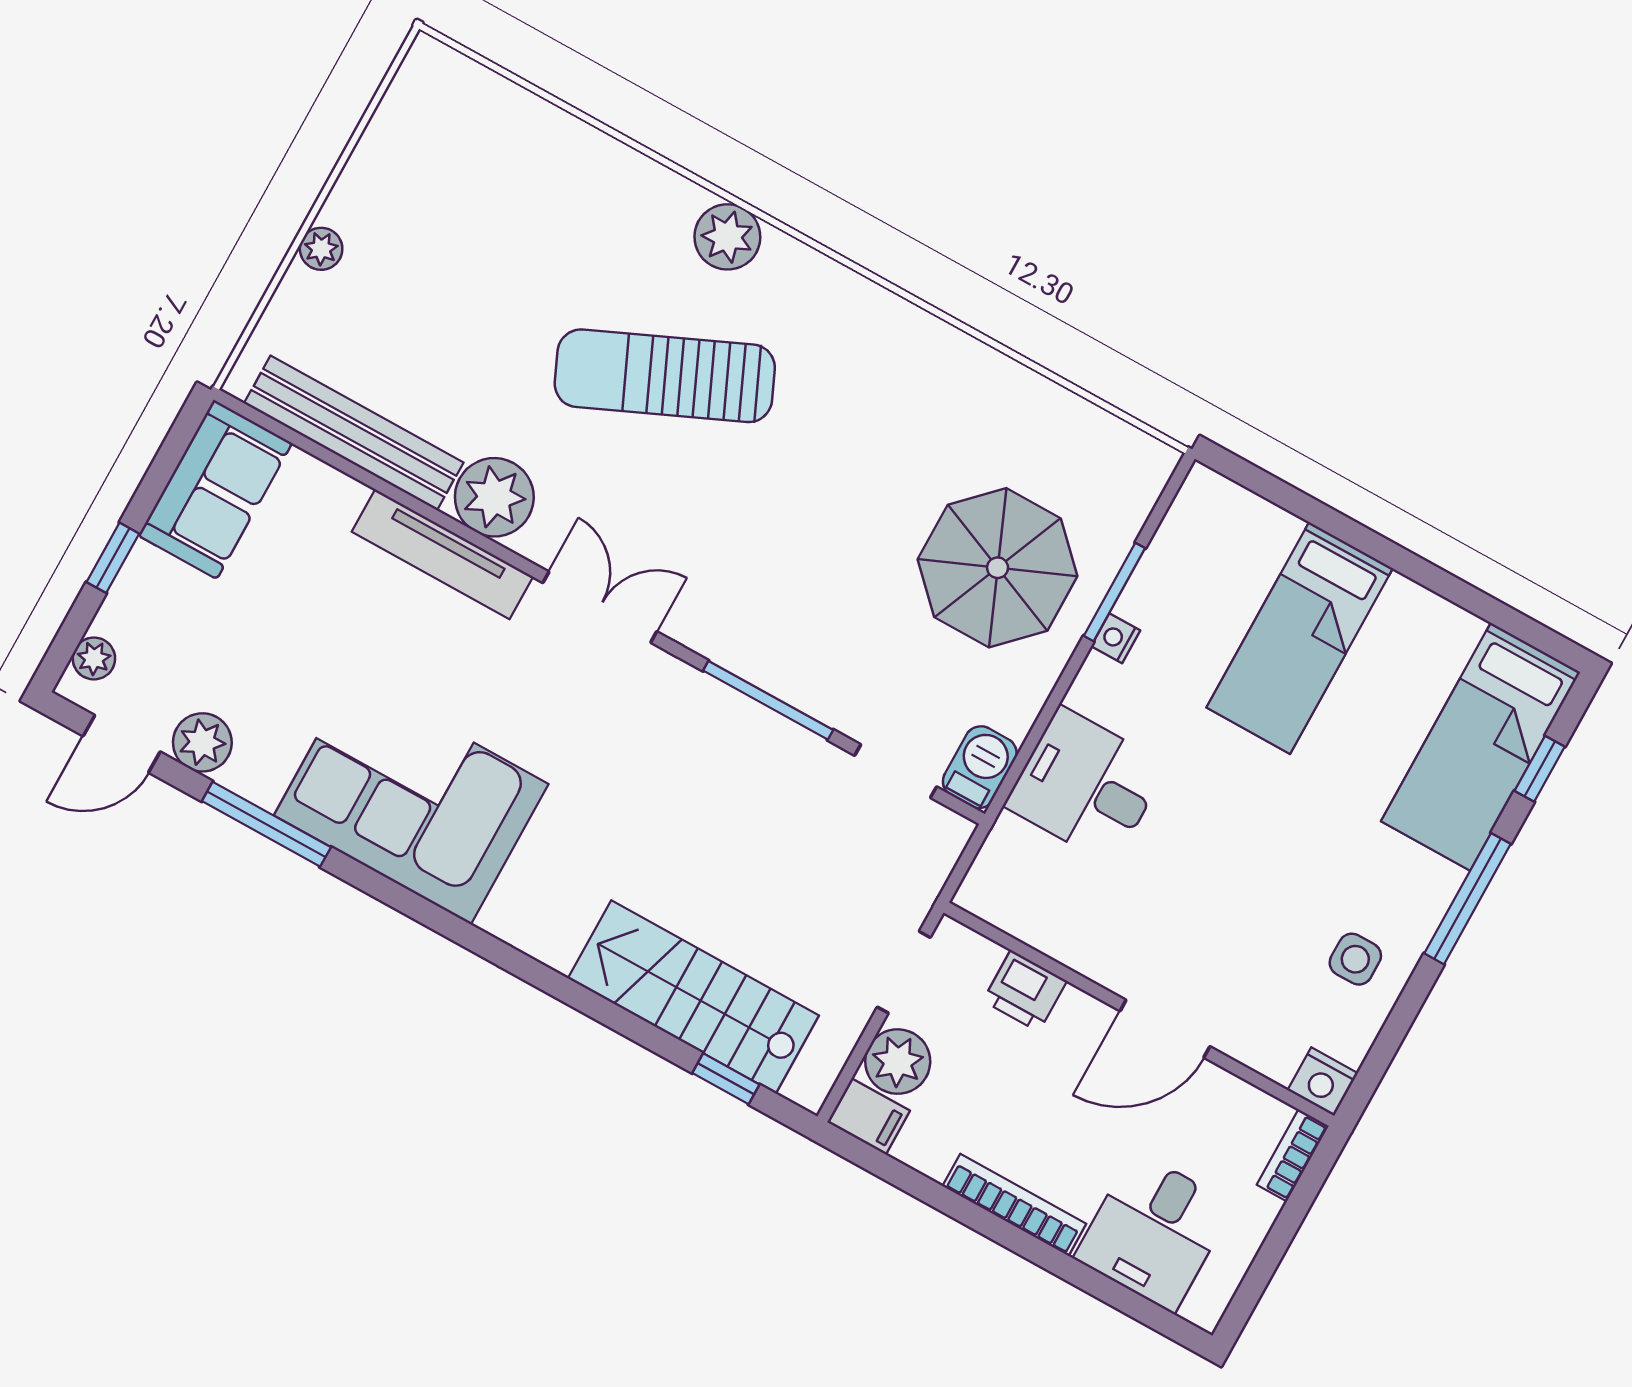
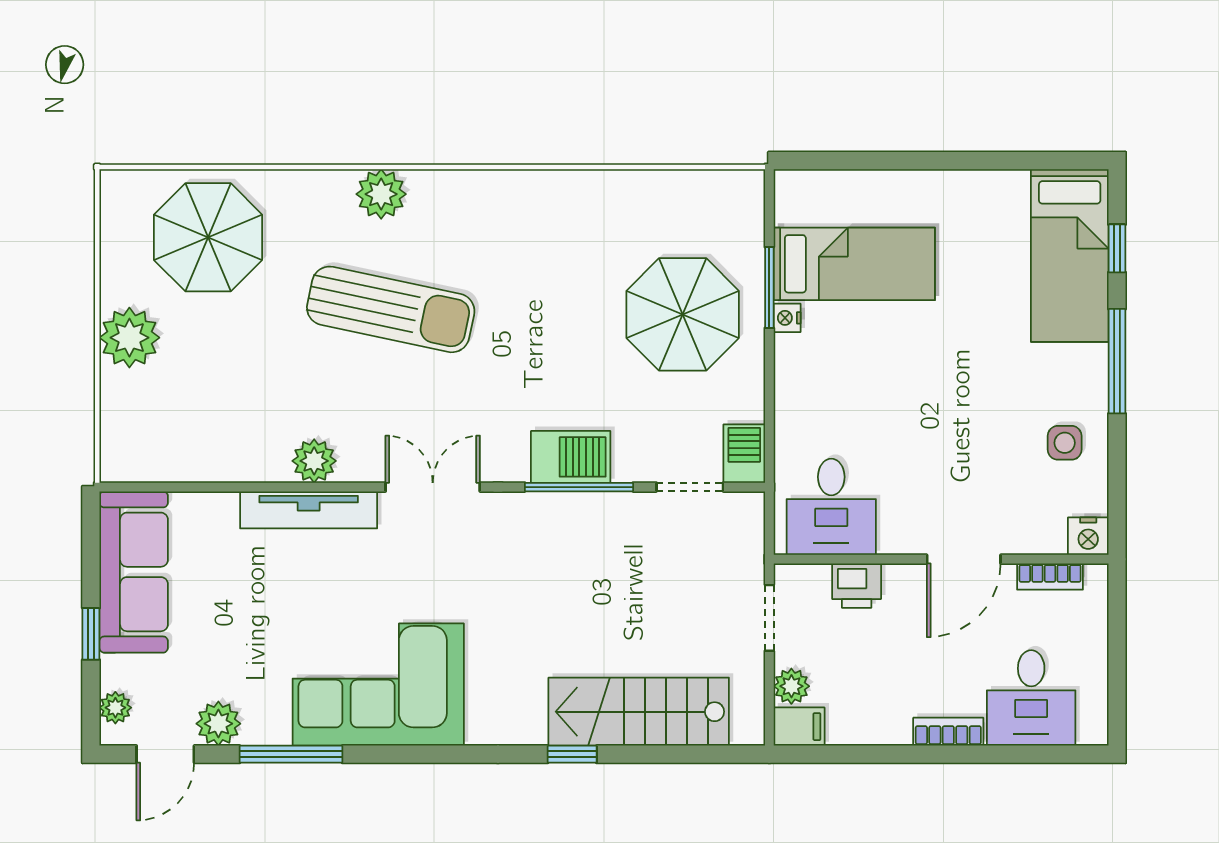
parasol: (501, 176) -> (208, 237), added
plant: (321, 249) -> (129, 338), width x1.88, depth x1.88
sun lounger: (665, 376) -> (391, 309), turned -144
bench: (354, 433) -> (205, 462), removed
sofa: (215, 489) -> (134, 572), width x1.36
plant: (494, 497) -> (314, 461), width x0.73, depth x0.73
bed: (1300, 638) -> (854, 264), moved, turned -90
barbecue: (778, 660) -> (571, 457), added
desk: (1086, 786) -> (831, 507), moved, turned -90
plant: (898, 1062) -> (791, 686), width x0.73, depth x0.73
window: (726, 1079) -> (572, 754), moved
bookcase: (1293, 1155) -> (1050, 577), moved, turned -90
bookcase: (1014, 1205) -> (948, 732), width x0.64

